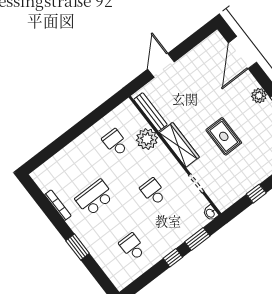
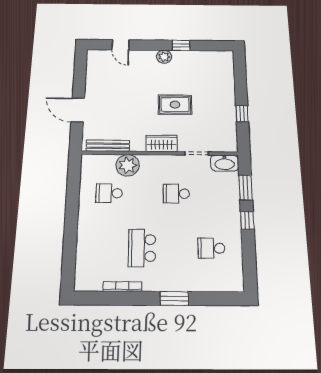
door: (242, 53) -> (121, 45), width x0.53
wardrobe: (179, 145) -> (162, 143), width x0.67
washbasin: (211, 213) -> (225, 163), width x1.91, depth x1.45

